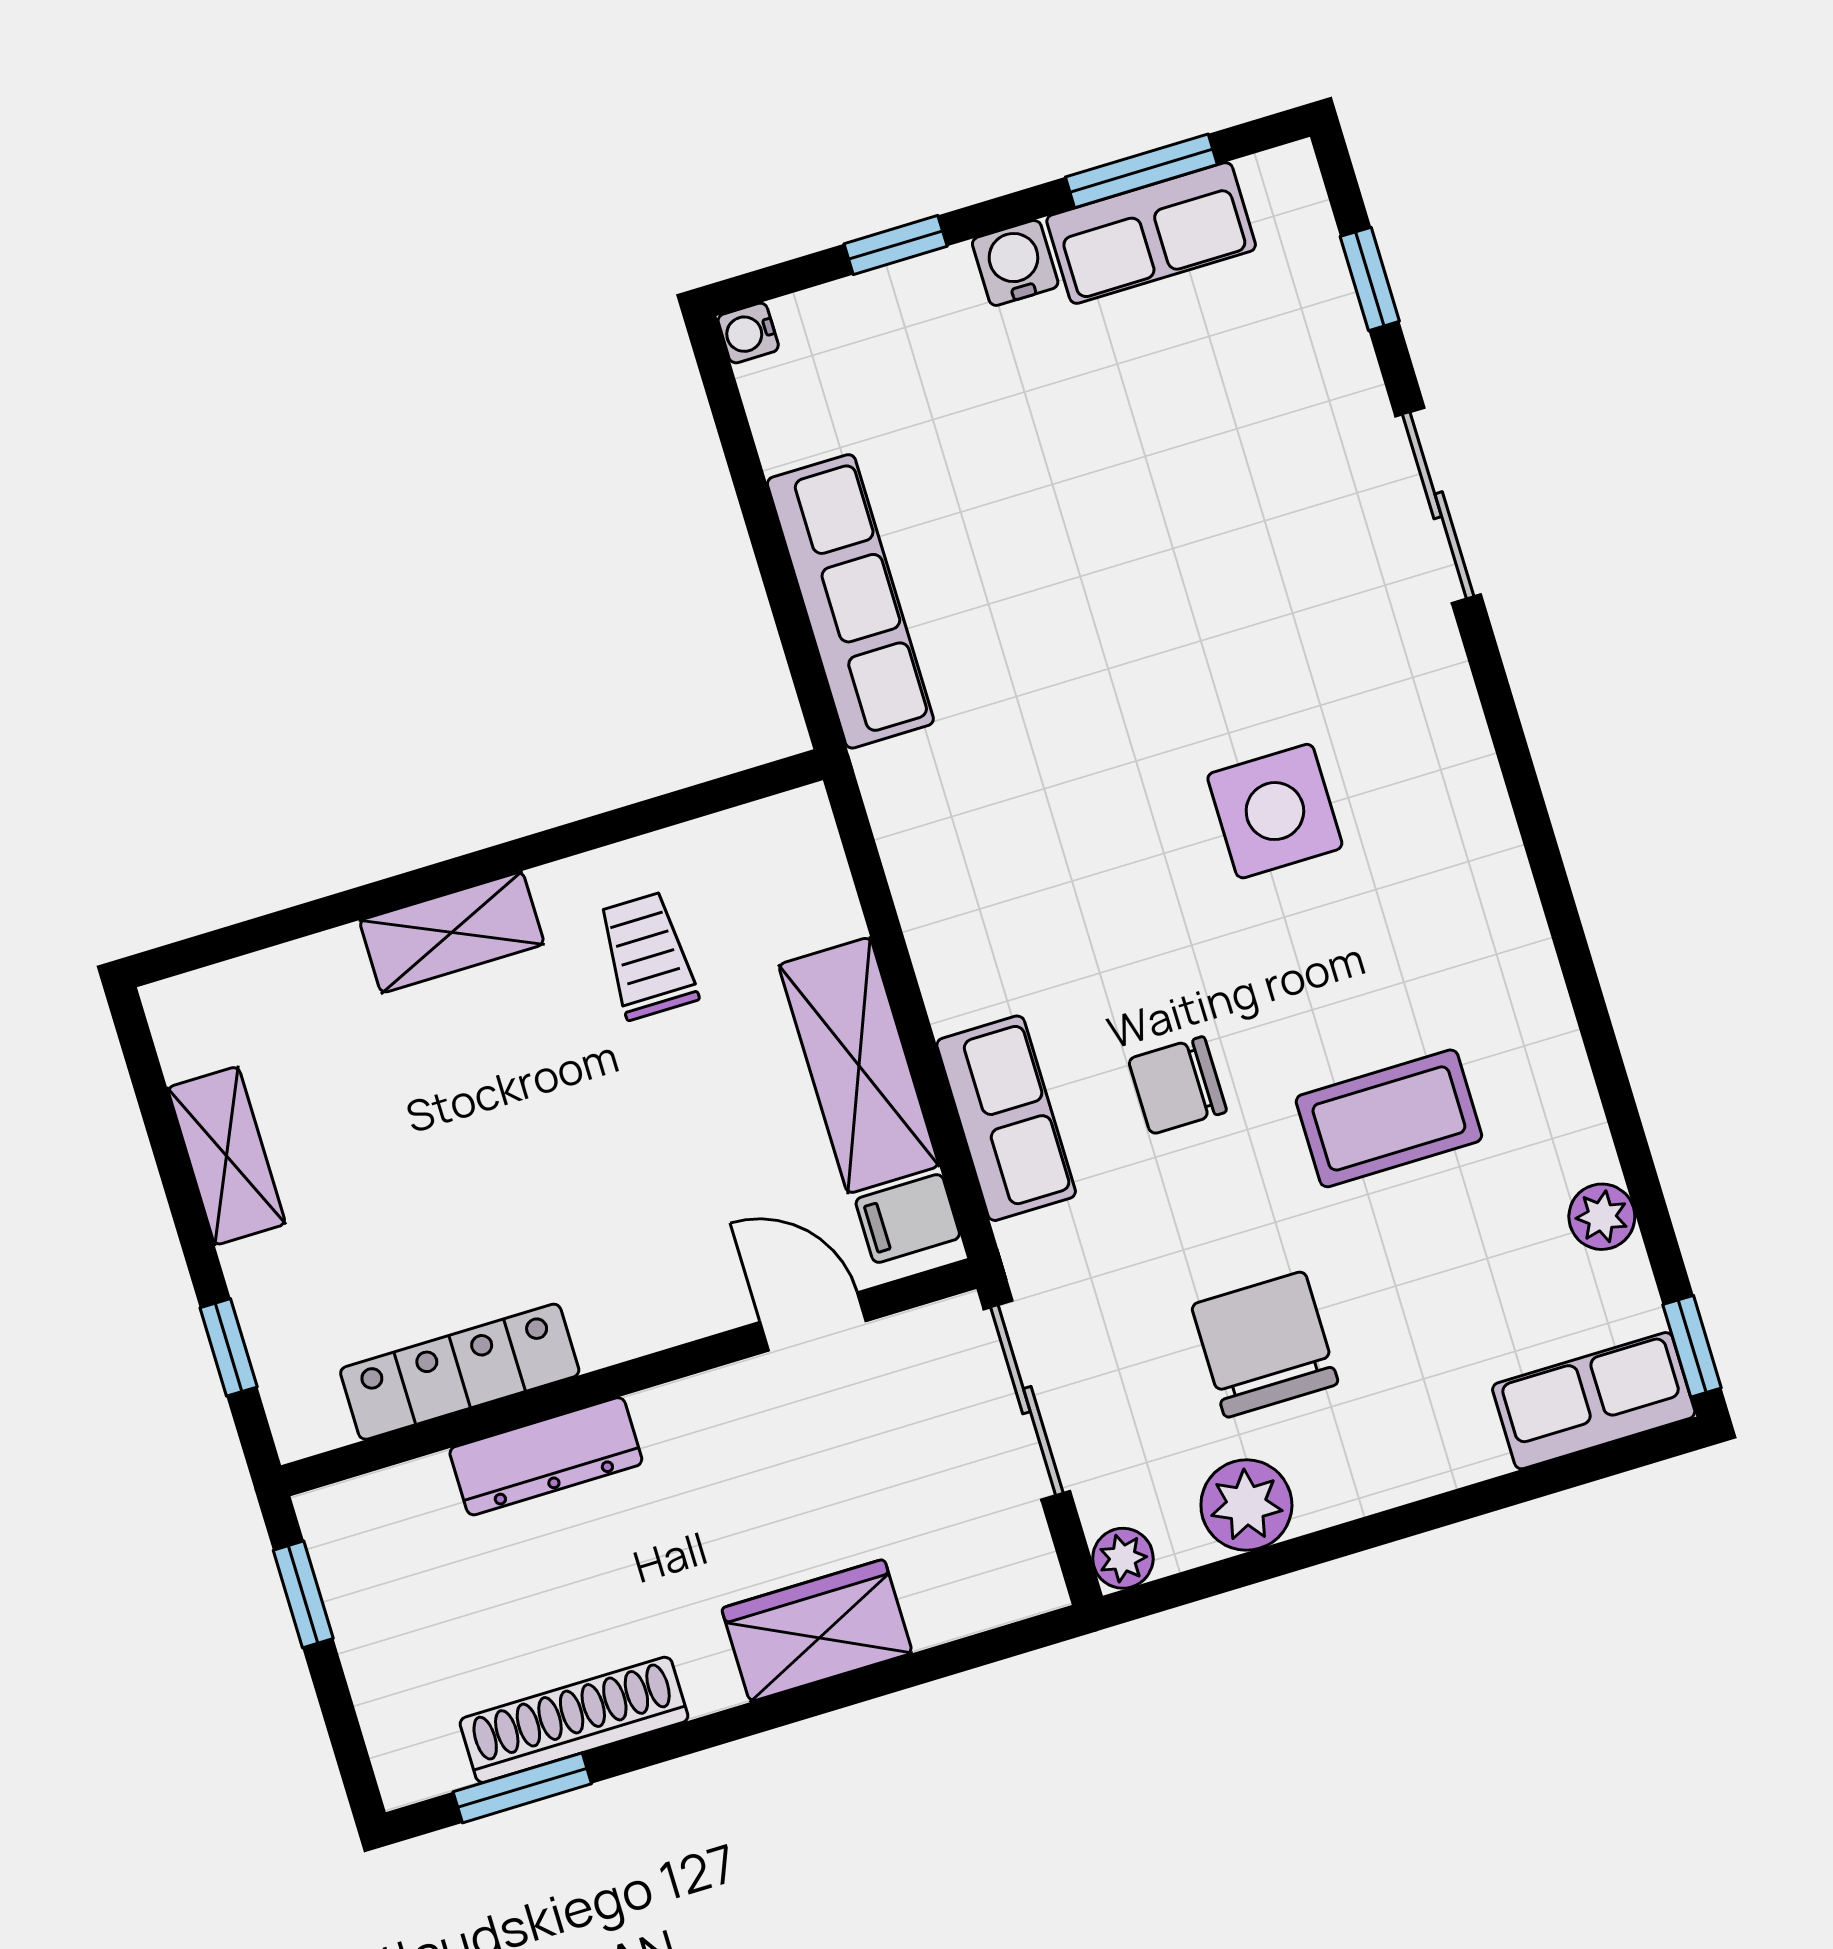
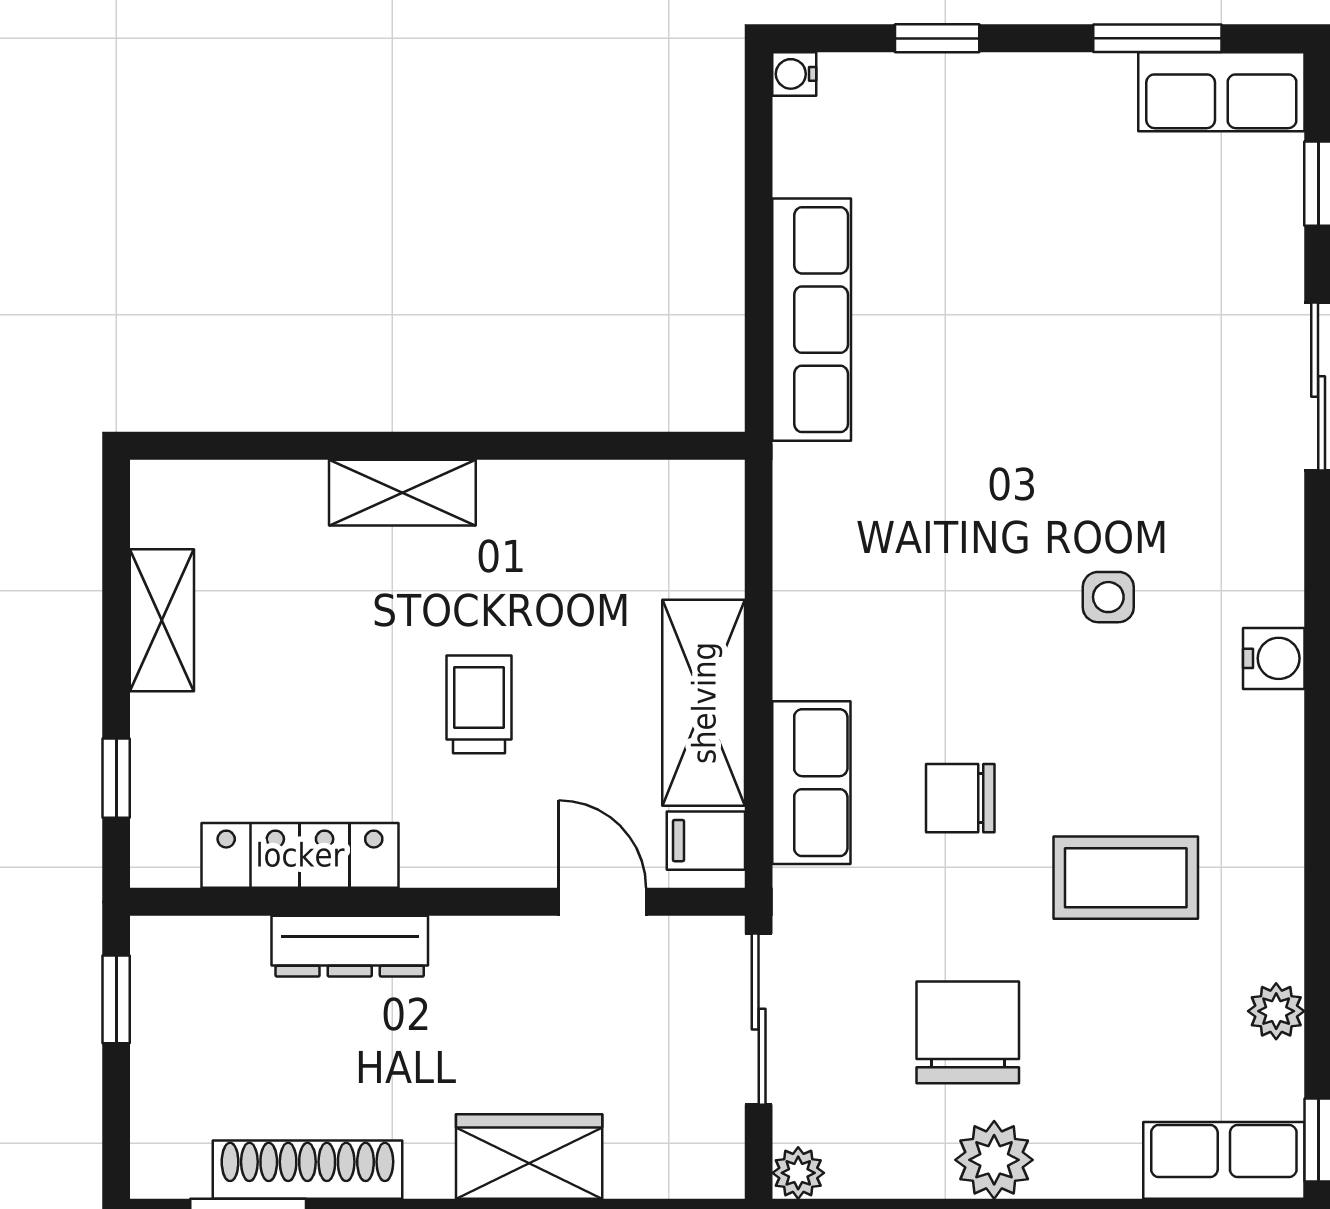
row of seats: (1151, 233) -> (1221, 92), moved
water cooler: (1015, 263) -> (1274, 658), moved, turned 90
side table: (1275, 811) -> (1108, 597), width x0.54, depth x0.54
trolley: (647, 956) -> (479, 704), moved
plant: (1246, 1505) -> (994, 1160), moved

